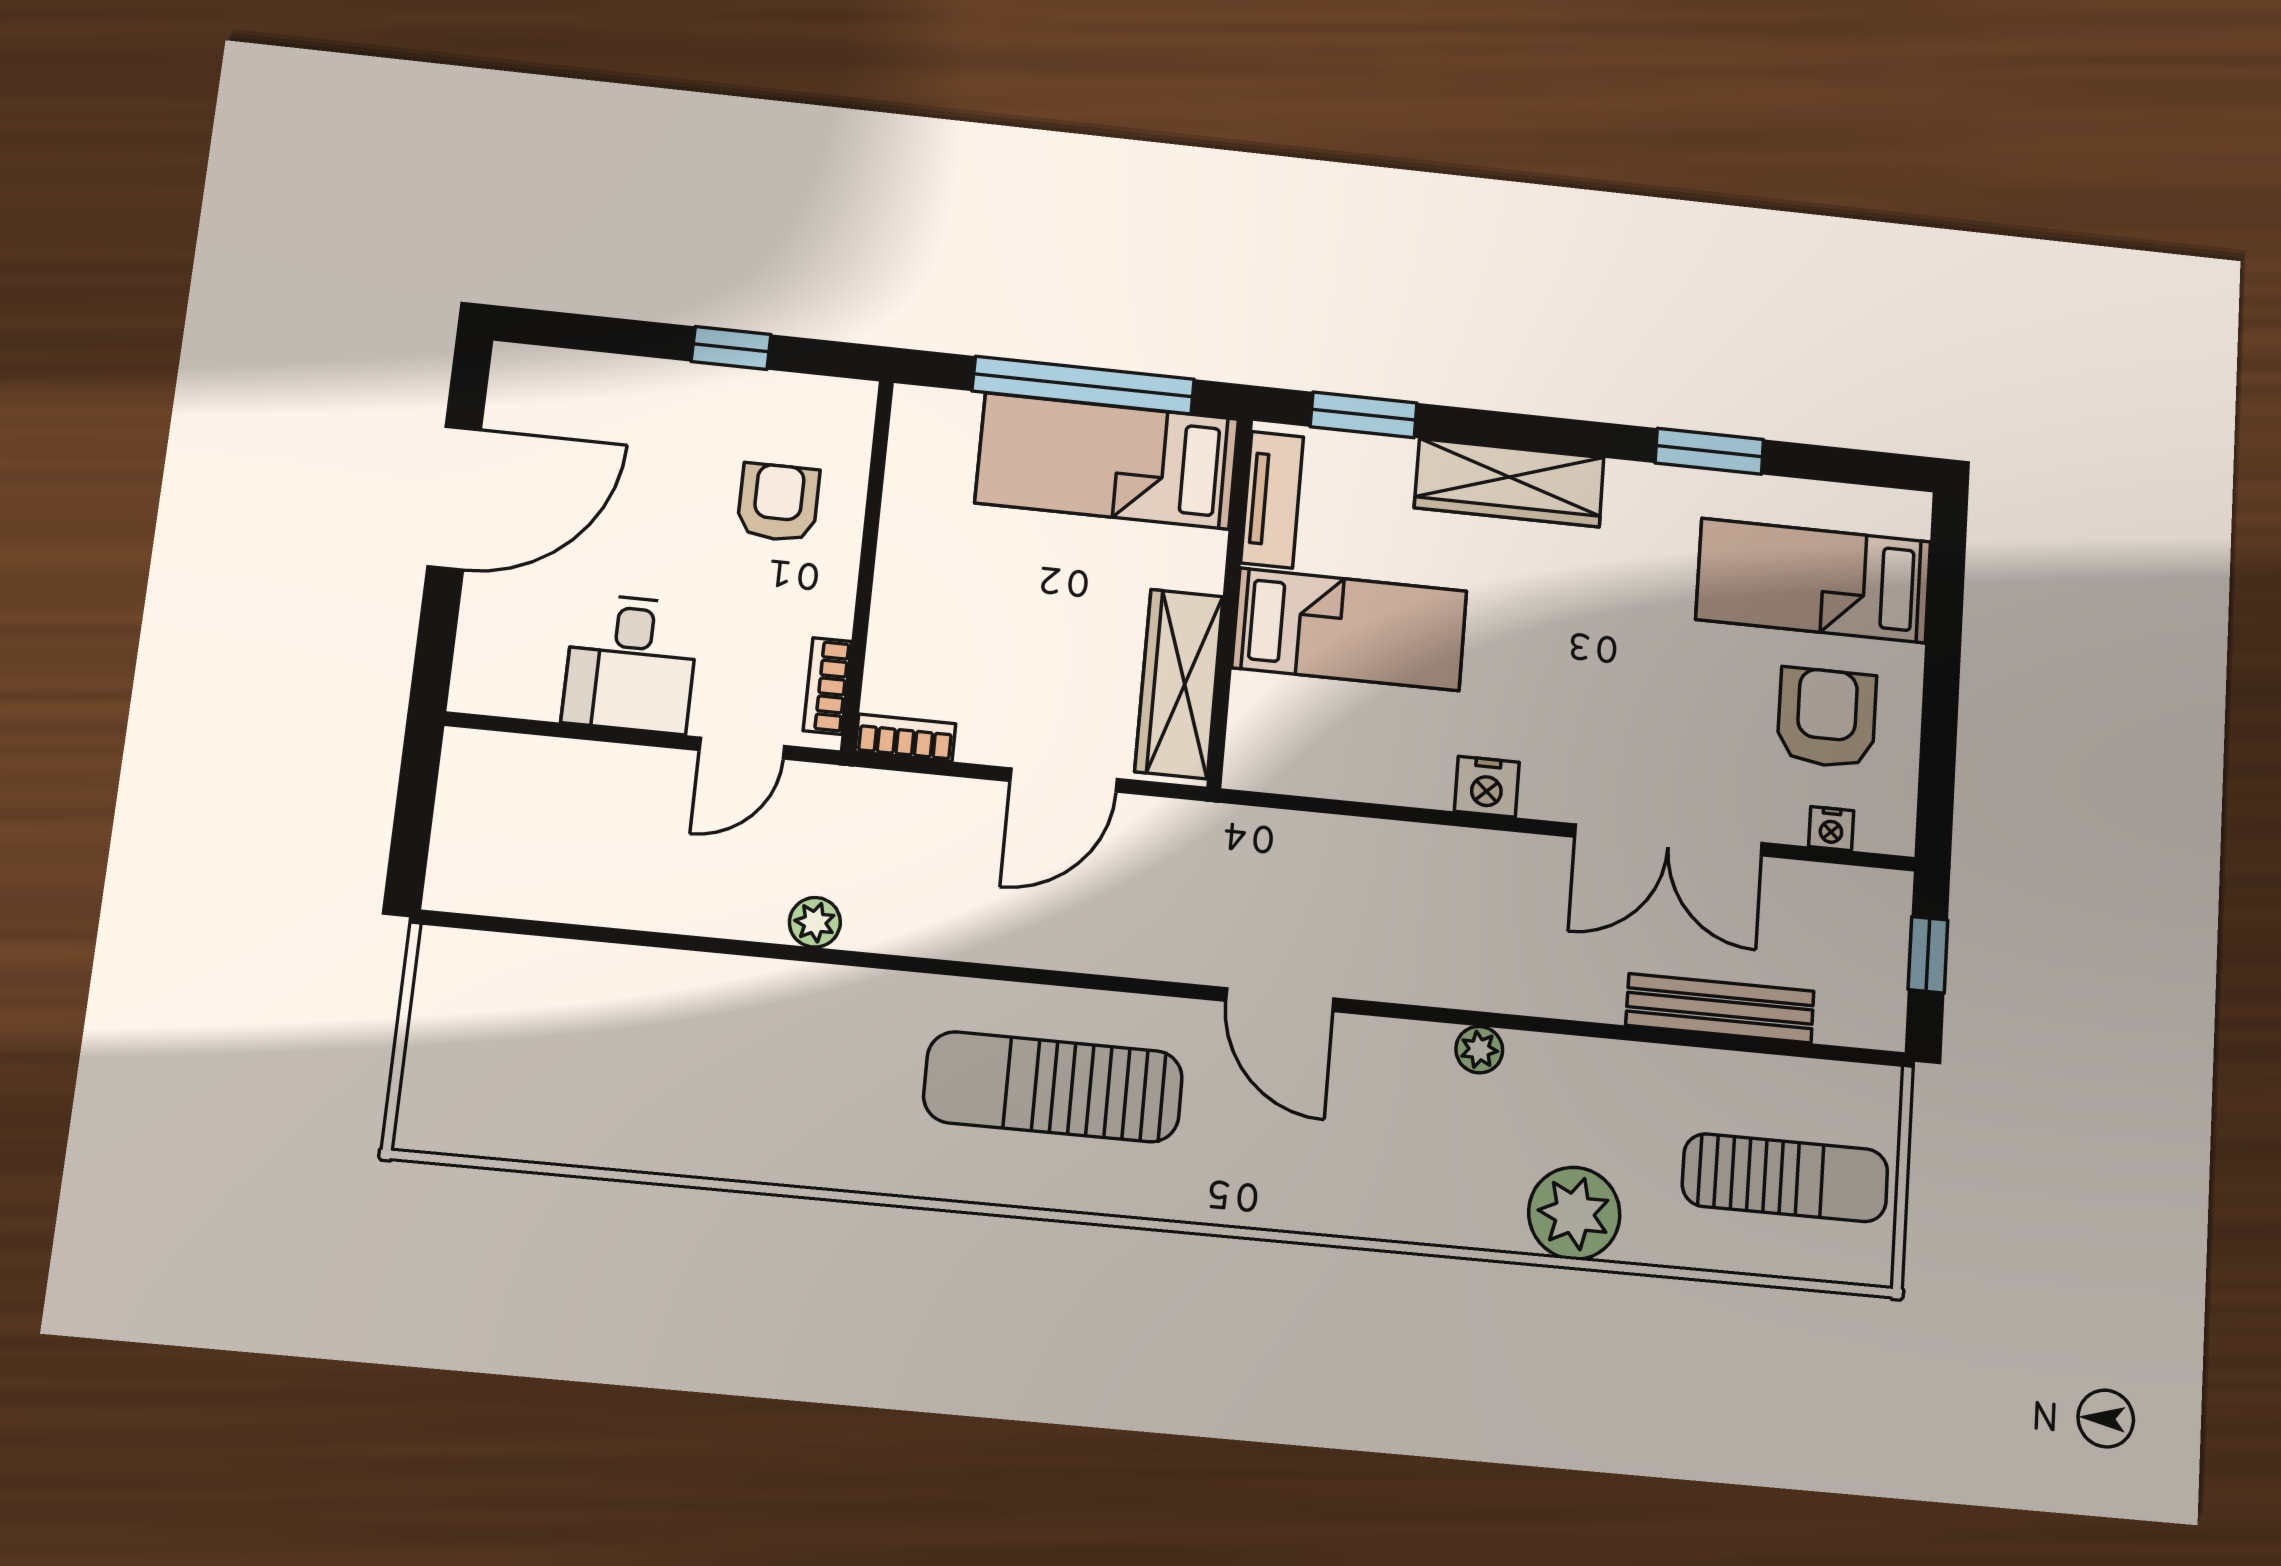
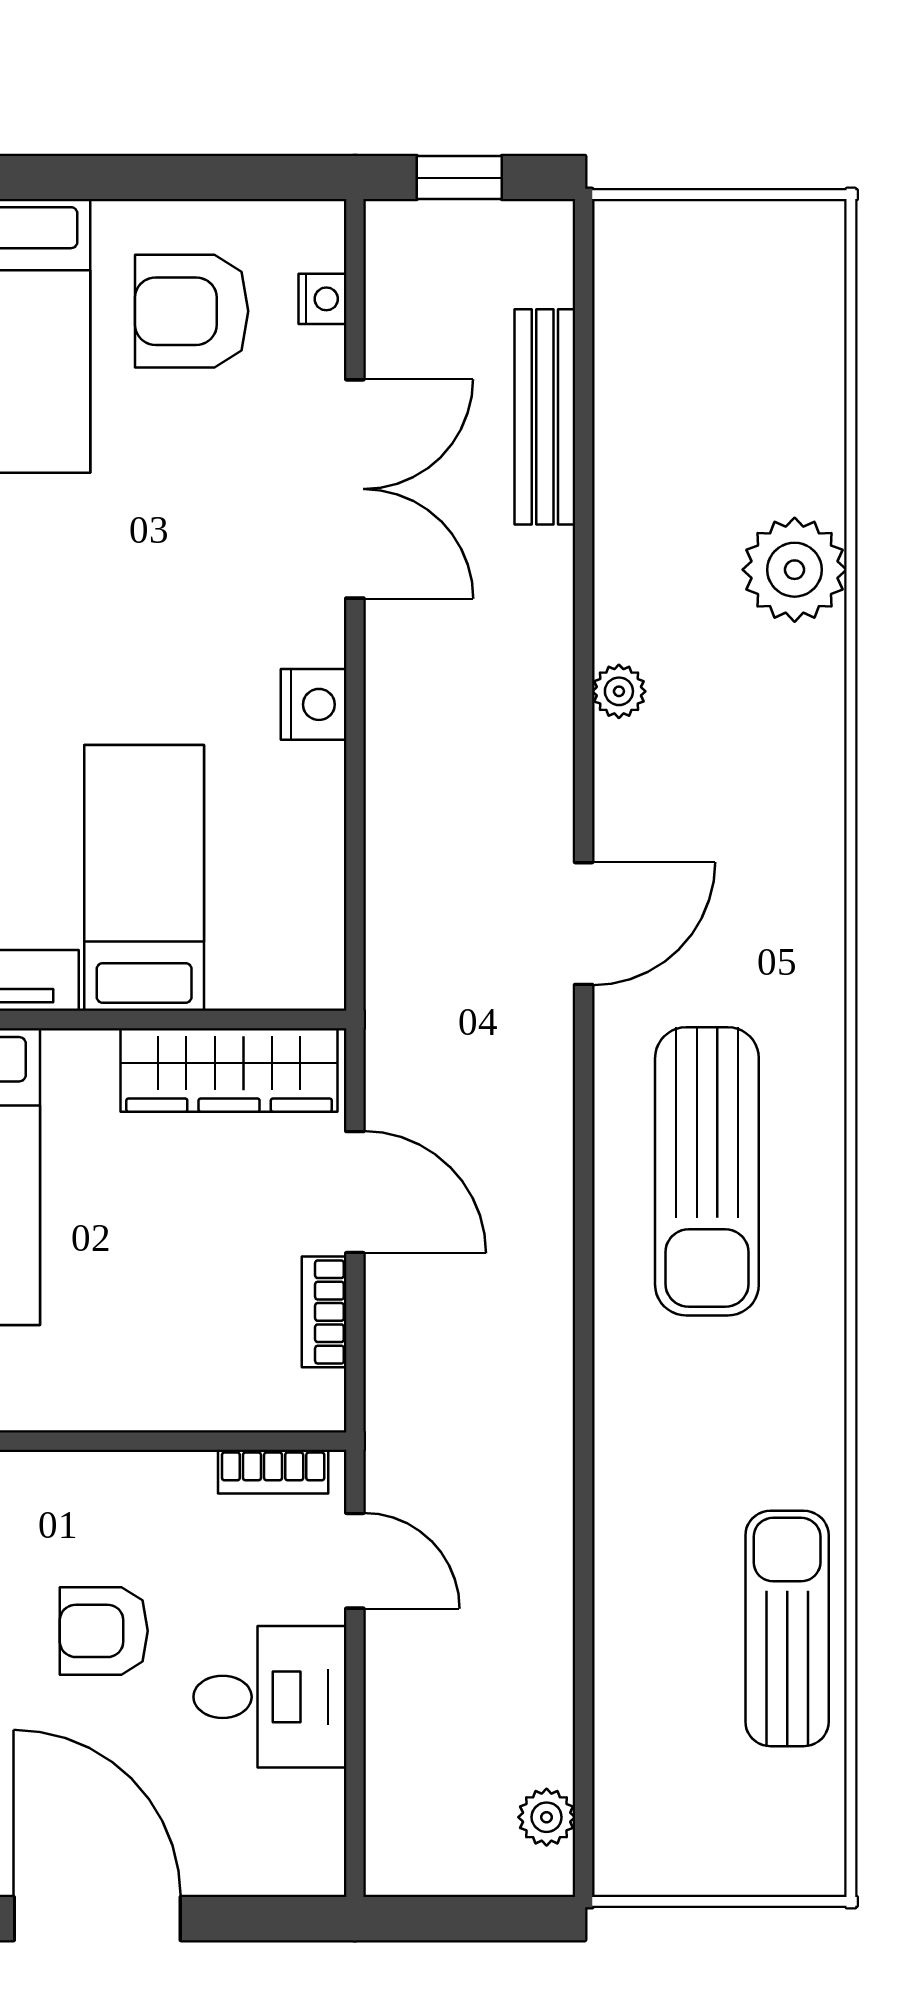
armchair: (778, 503) -> (104, 1631), moved
bookcase: (905, 738) -> (324, 1312), moved
plant: (815, 922) -> (547, 1817), moved
sun lounger: (1785, 1178) -> (787, 1628), moved

